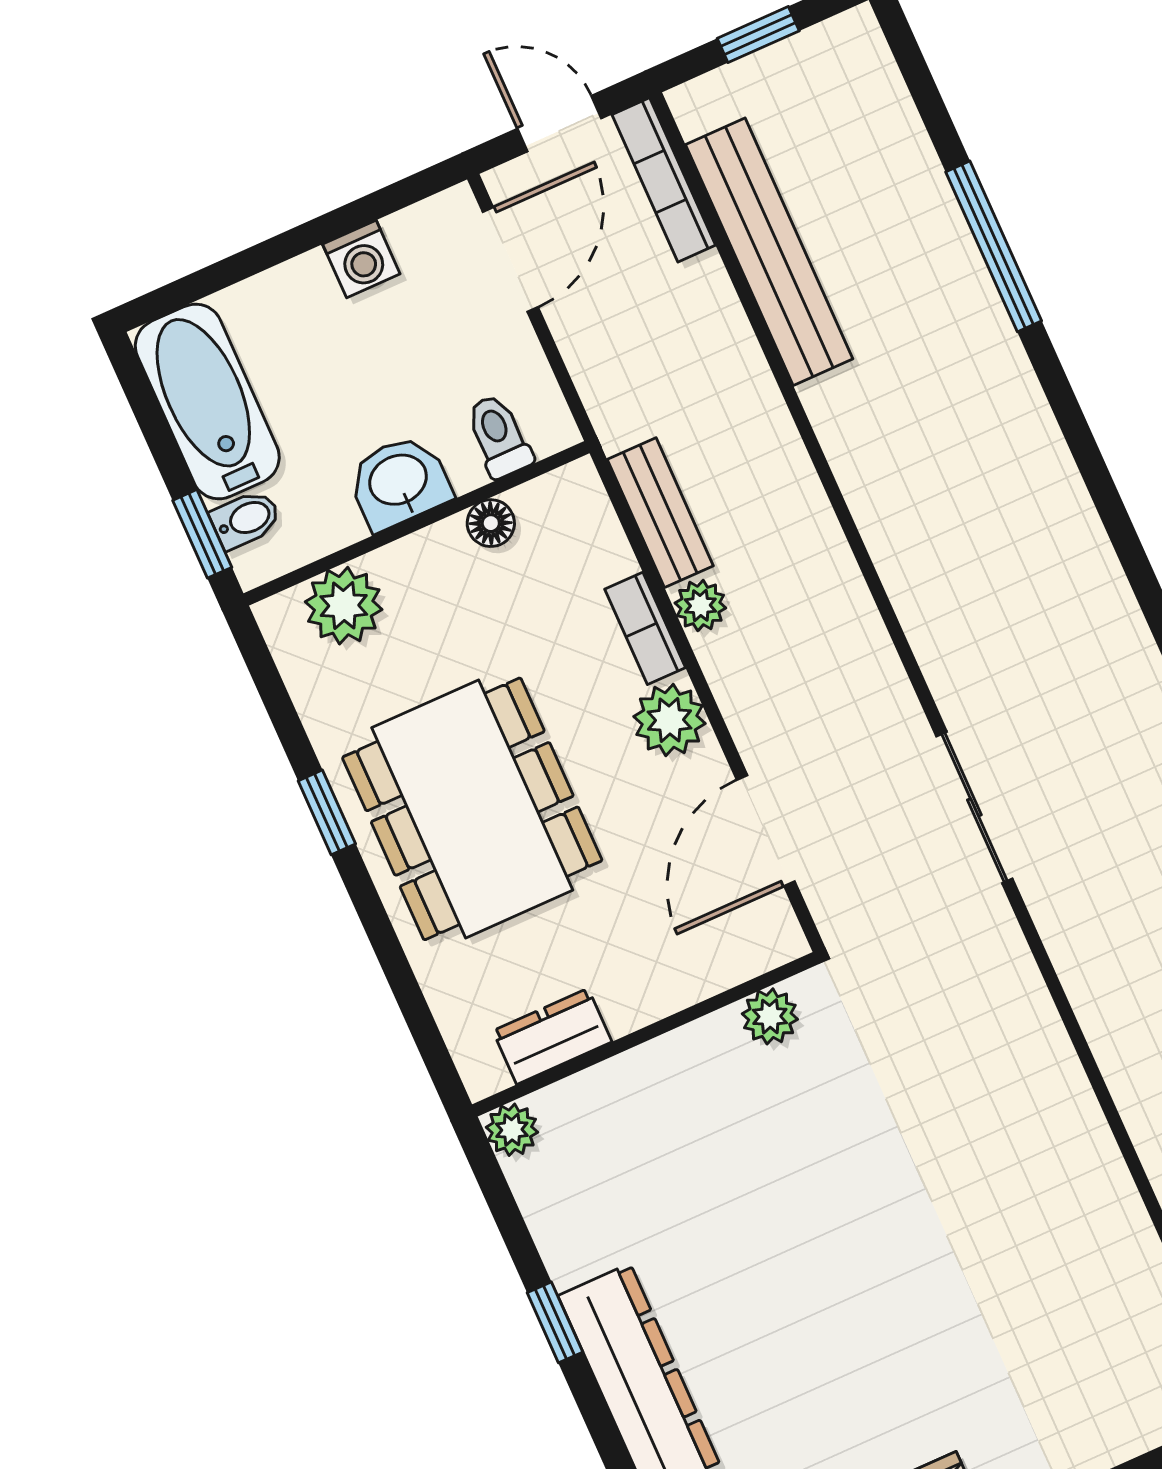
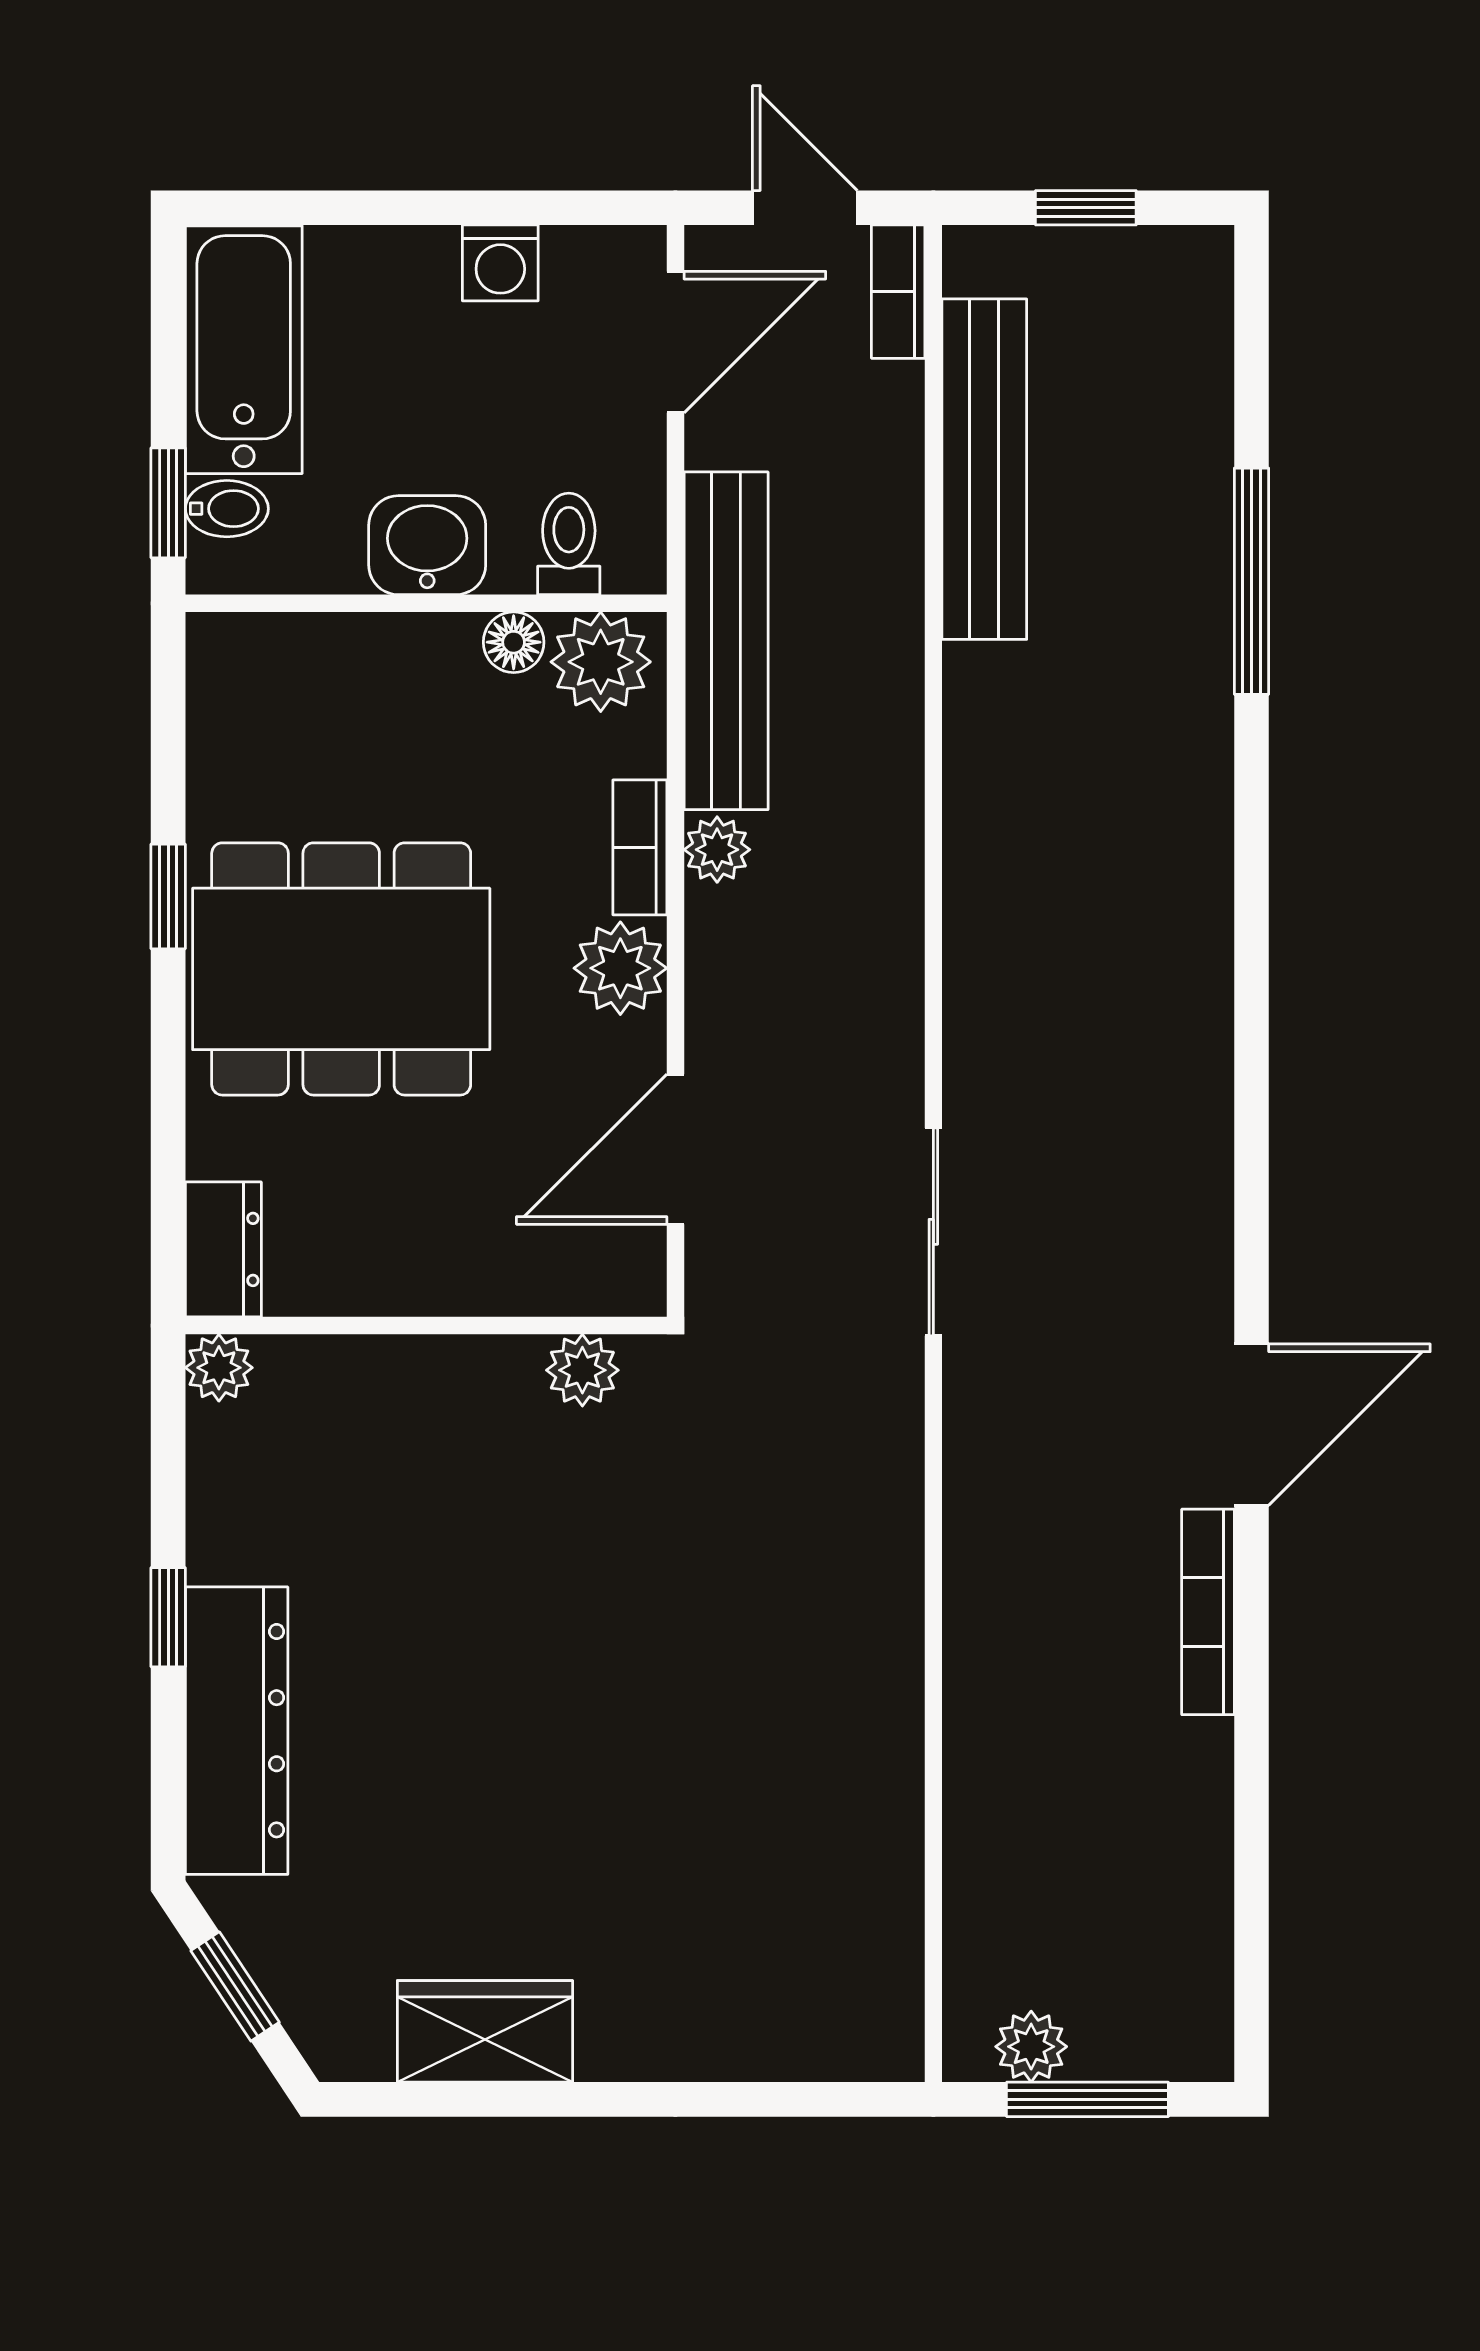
bookcase: (664, 180) -> (898, 292), width x0.64
bench: (660, 513) -> (726, 641), width x1.86, depth x1.21
plant: (344, 606) -> (601, 662), moved
dining table: (472, 809) -> (341, 969), turned 90
dresser: (552, 1036) -> (223, 1249), moved, turned 90

